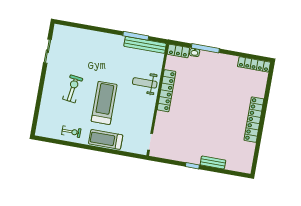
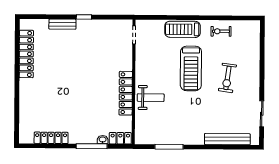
bench: (145, 45) -> (227, 139), moved
locker: (254, 64) -> (51, 138), moved
locker: (254, 120) -> (26, 54), moved
treadmill: (106, 139) -> (183, 29), turned 180

